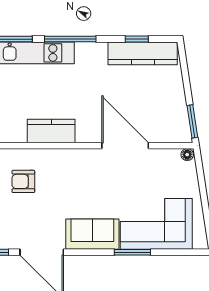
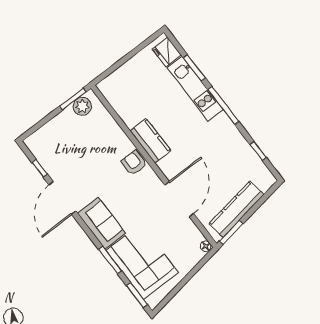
kitchen counter: (143, 53) -> (236, 209), moved, turned 81
armchair: (23, 181) -> (134, 163), moved
window: (184, 252) -> (137, 295), added

